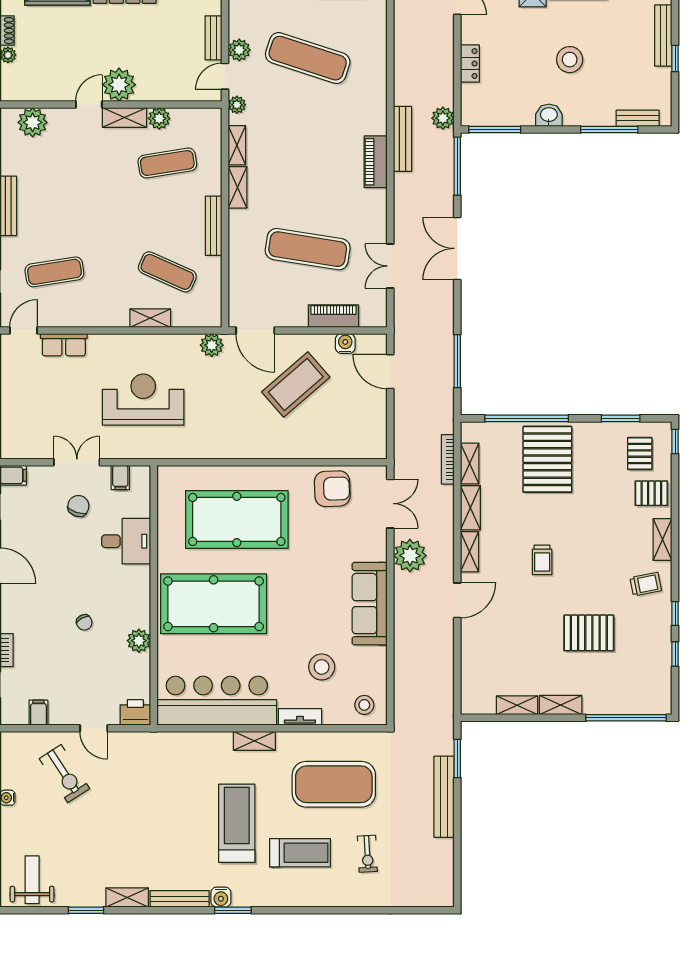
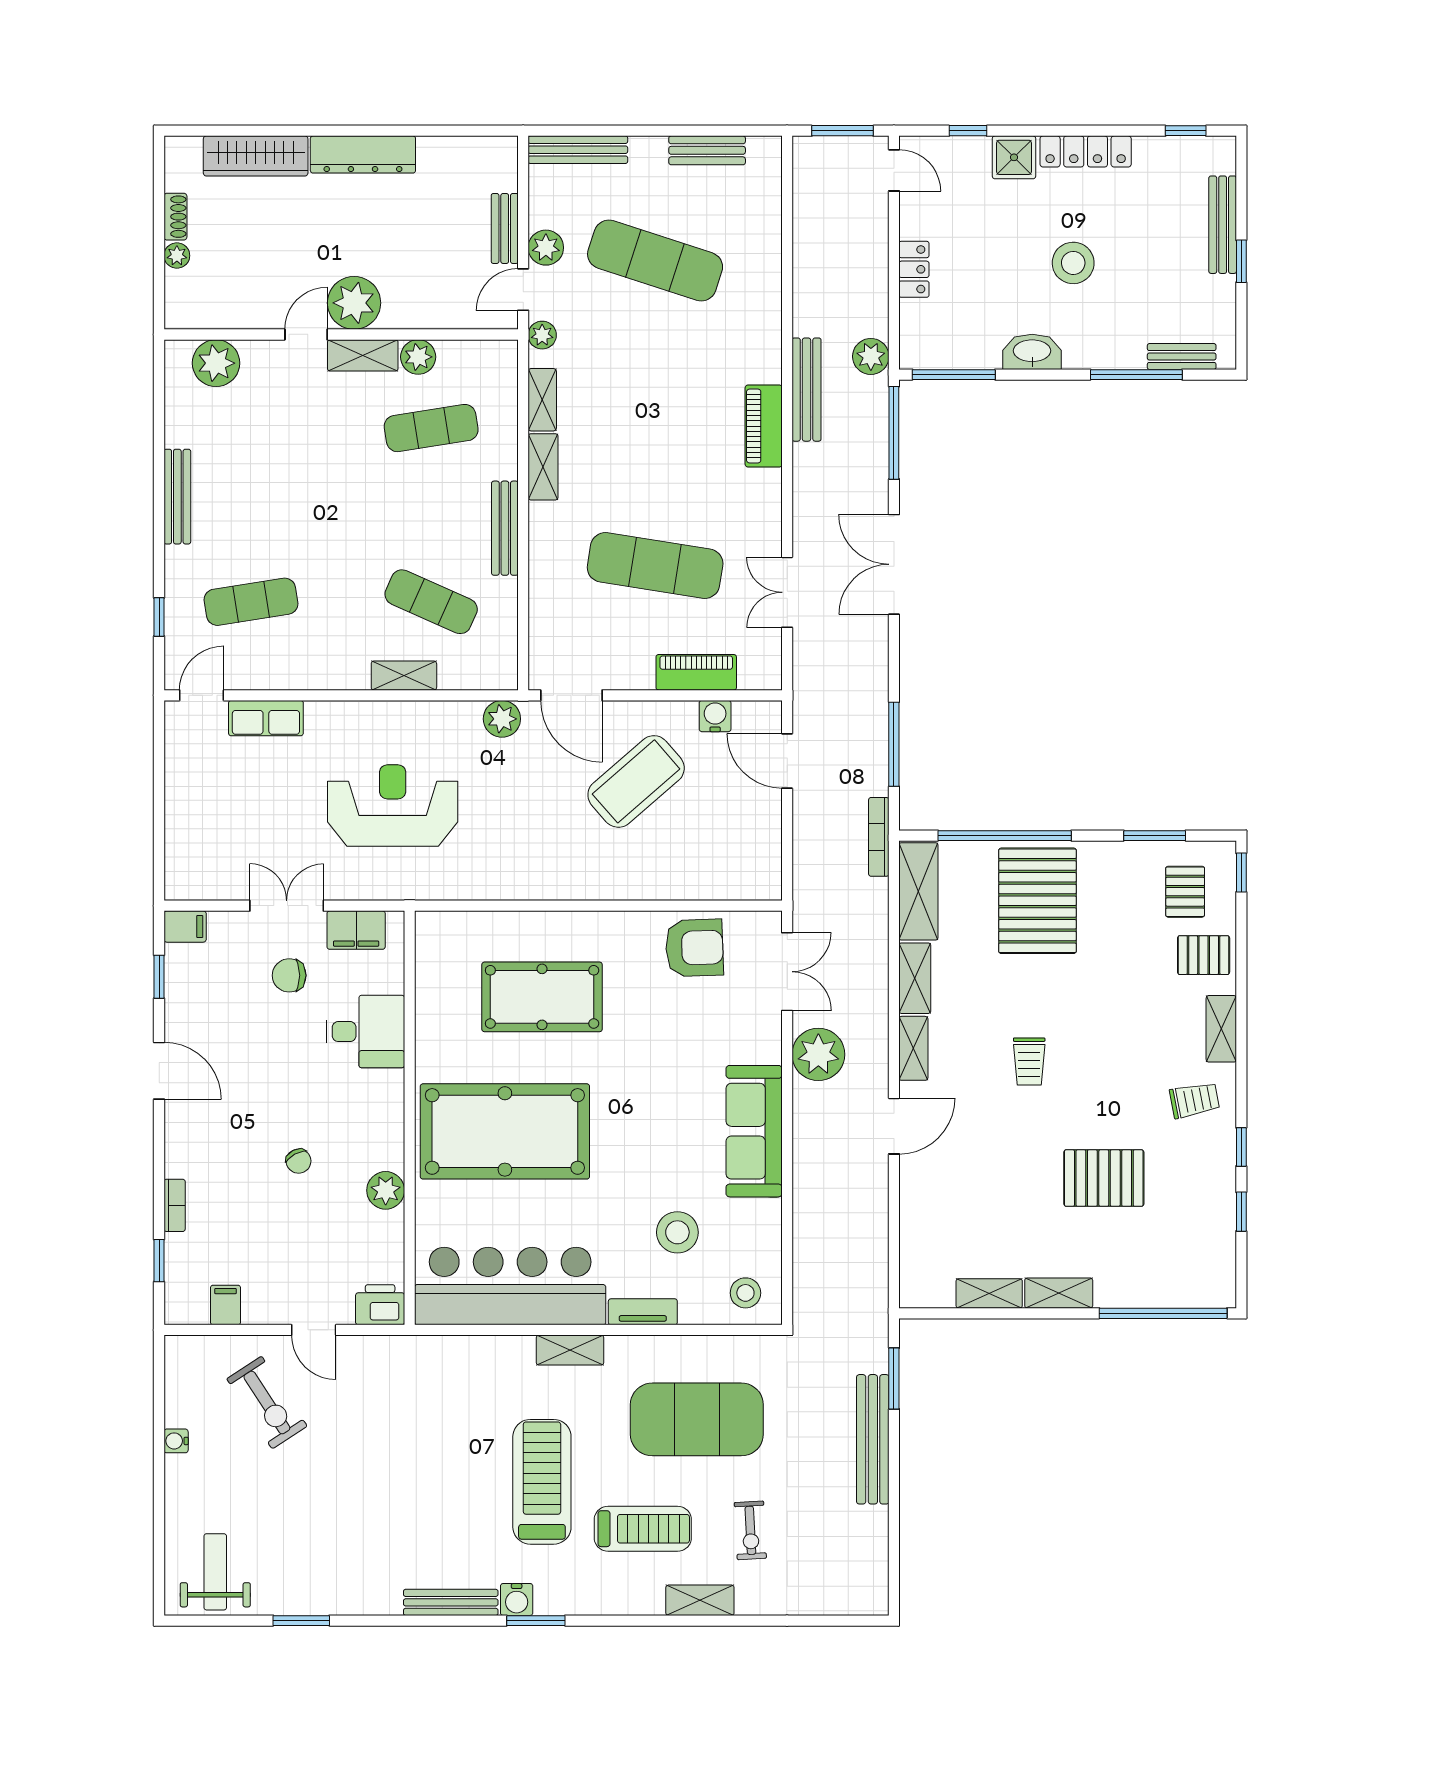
washbasin: (549, 115) -> (1032, 352), width x1.38
bookcase: (448, 459) -> (879, 837), moved
shelving: (470, 464) -> (918, 891), width x1.50, depth x1.33
filing cabinet: (120, 478) -> (356, 930), width x2.00
chair: (78, 506) -> (289, 975), turned -109
pool table: (237, 519) -> (542, 997), width x0.73, depth x0.76
shelving: (127, 898) -> (700, 1600), moved

